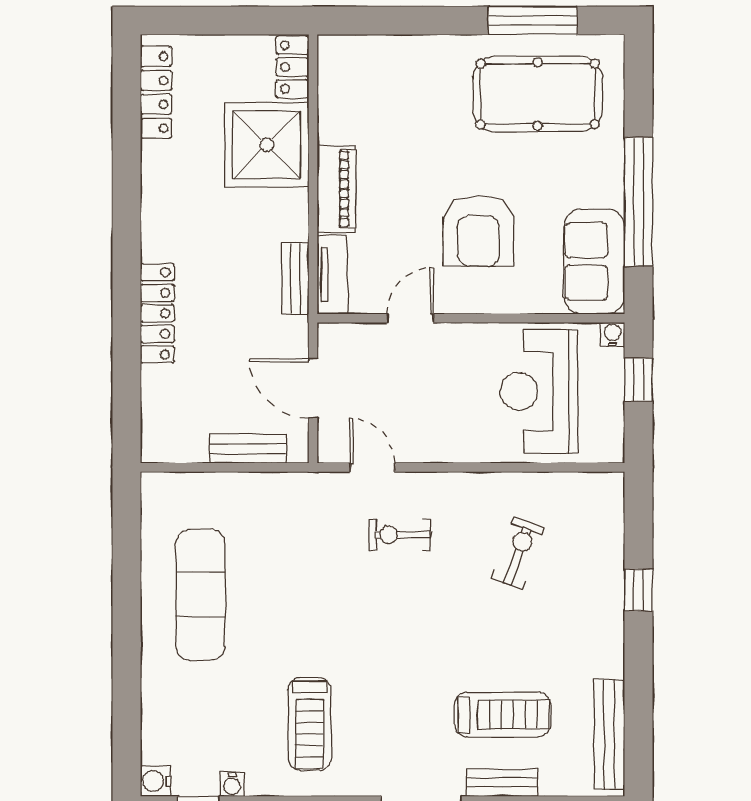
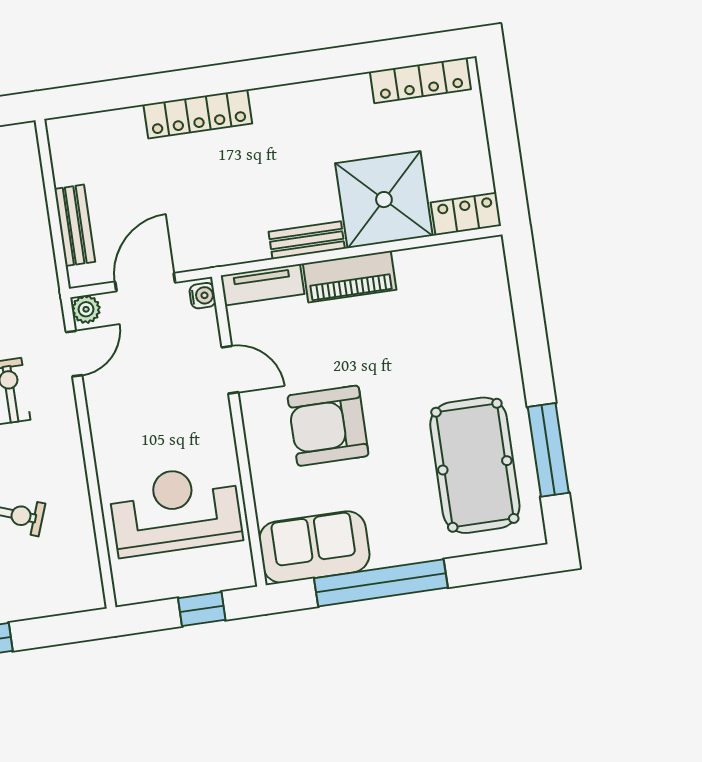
bench: (295, 278) -> (307, 240), moved
water cooler: (613, 334) -> (203, 296), moved
plant: (331, 449) -> (86, 309), added

